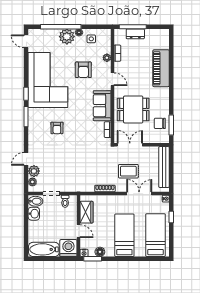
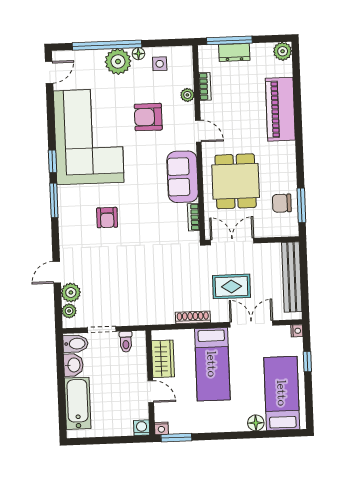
plant: (164, 34) -> (283, 51), added
door: (26, 41) -> (49, 72), swing flipped
armchair: (83, 70) -> (148, 117), turned 90
dining table: (133, 109) -> (236, 181), turned 90
bed: (124, 235) -> (212, 364), moved, turned 180
washing machine: (68, 248) -> (142, 428), width x0.53, depth x0.53
bathtub: (44, 249) -> (78, 403), moved, turned 90
floor lamp: (100, 252) -> (256, 423), moved

